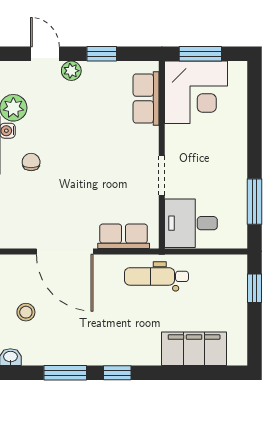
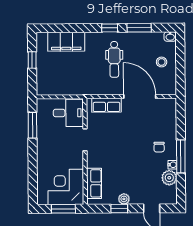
plant: (71, 71) -> (124, 199), moved
dental chair: (156, 276) -> (114, 59), moved, turned 90
window: (254, 288) -> (32, 60), moved

